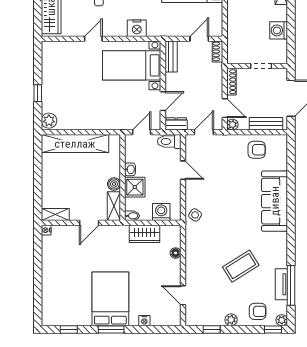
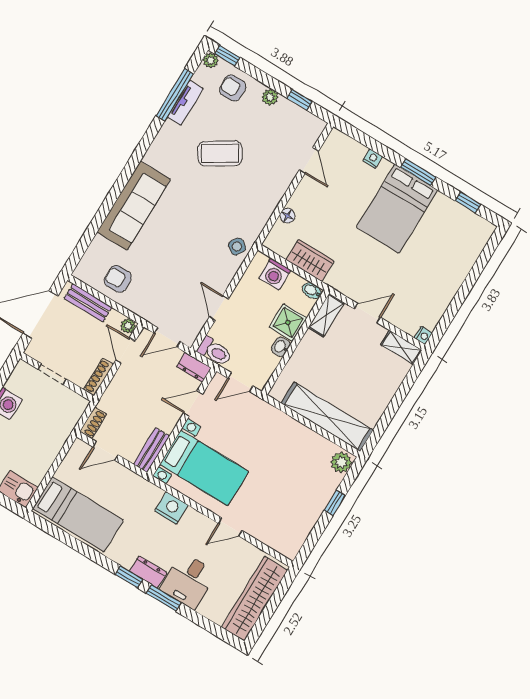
boiler: (114, 184) -> (310, 341), removed

